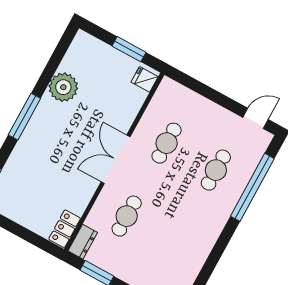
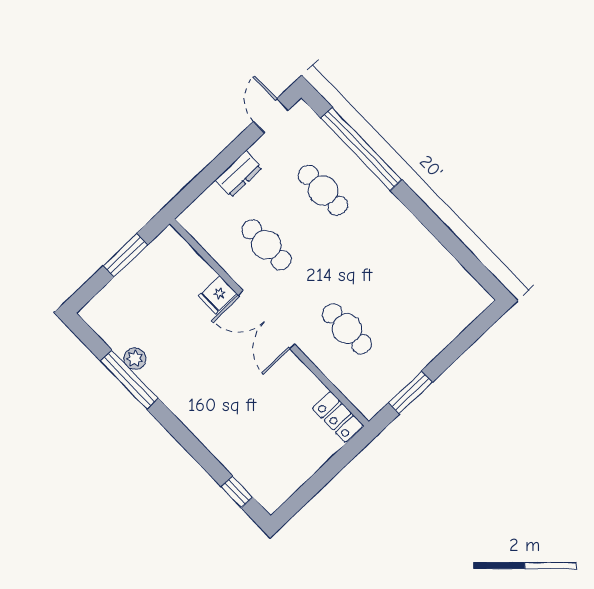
fridge: (145, 79) -> (218, 295), moved
plant: (63, 87) -> (135, 359), width x0.53, depth x0.53
window: (24, 117) -> (129, 380), moved
dresser: (83, 242) -> (239, 174), moved, turned 90

